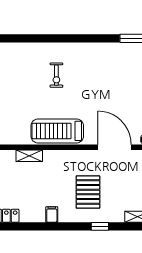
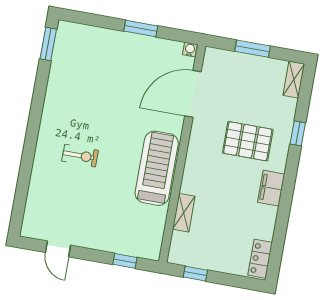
treadmill: (57, 131) -> (157, 168), turned 180
filing cabinet: (52, 214) -> (271, 188), width x2.00

